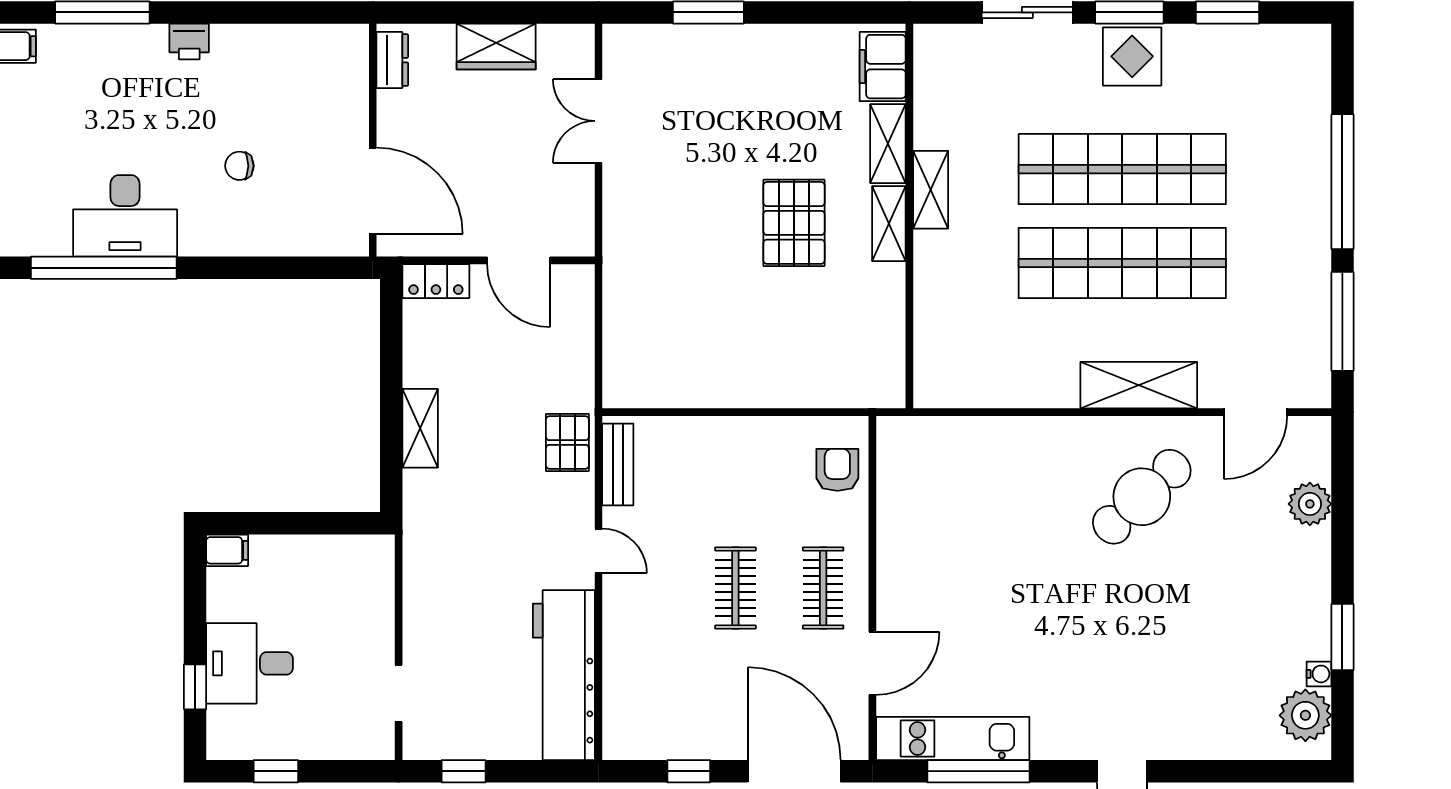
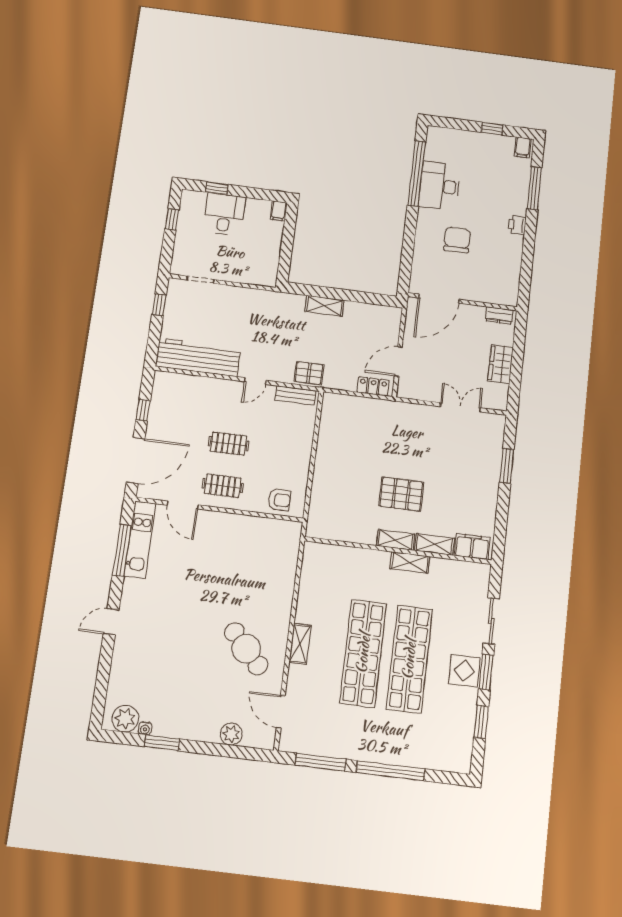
chair: (239, 166) -> (457, 240), width x1.87, depth x1.87
locker: (436, 281) -> (373, 386), moved, turned 90
shelving: (1139, 385) -> (300, 644), width x0.67, depth x0.75

